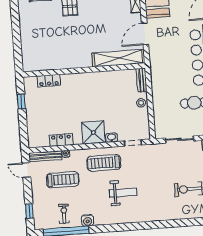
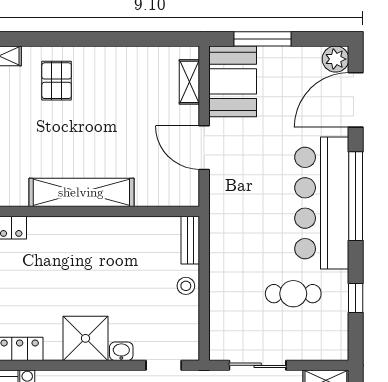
door: (145, 34) -> (204, 148), hinge flipped
shelving: (118, 58) -> (81, 192), moved

